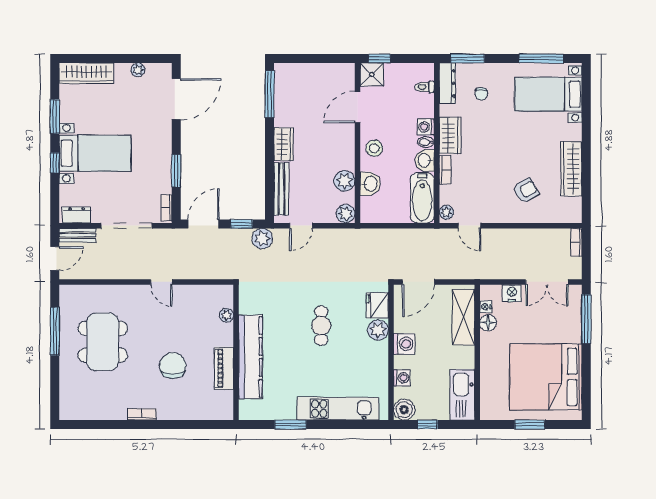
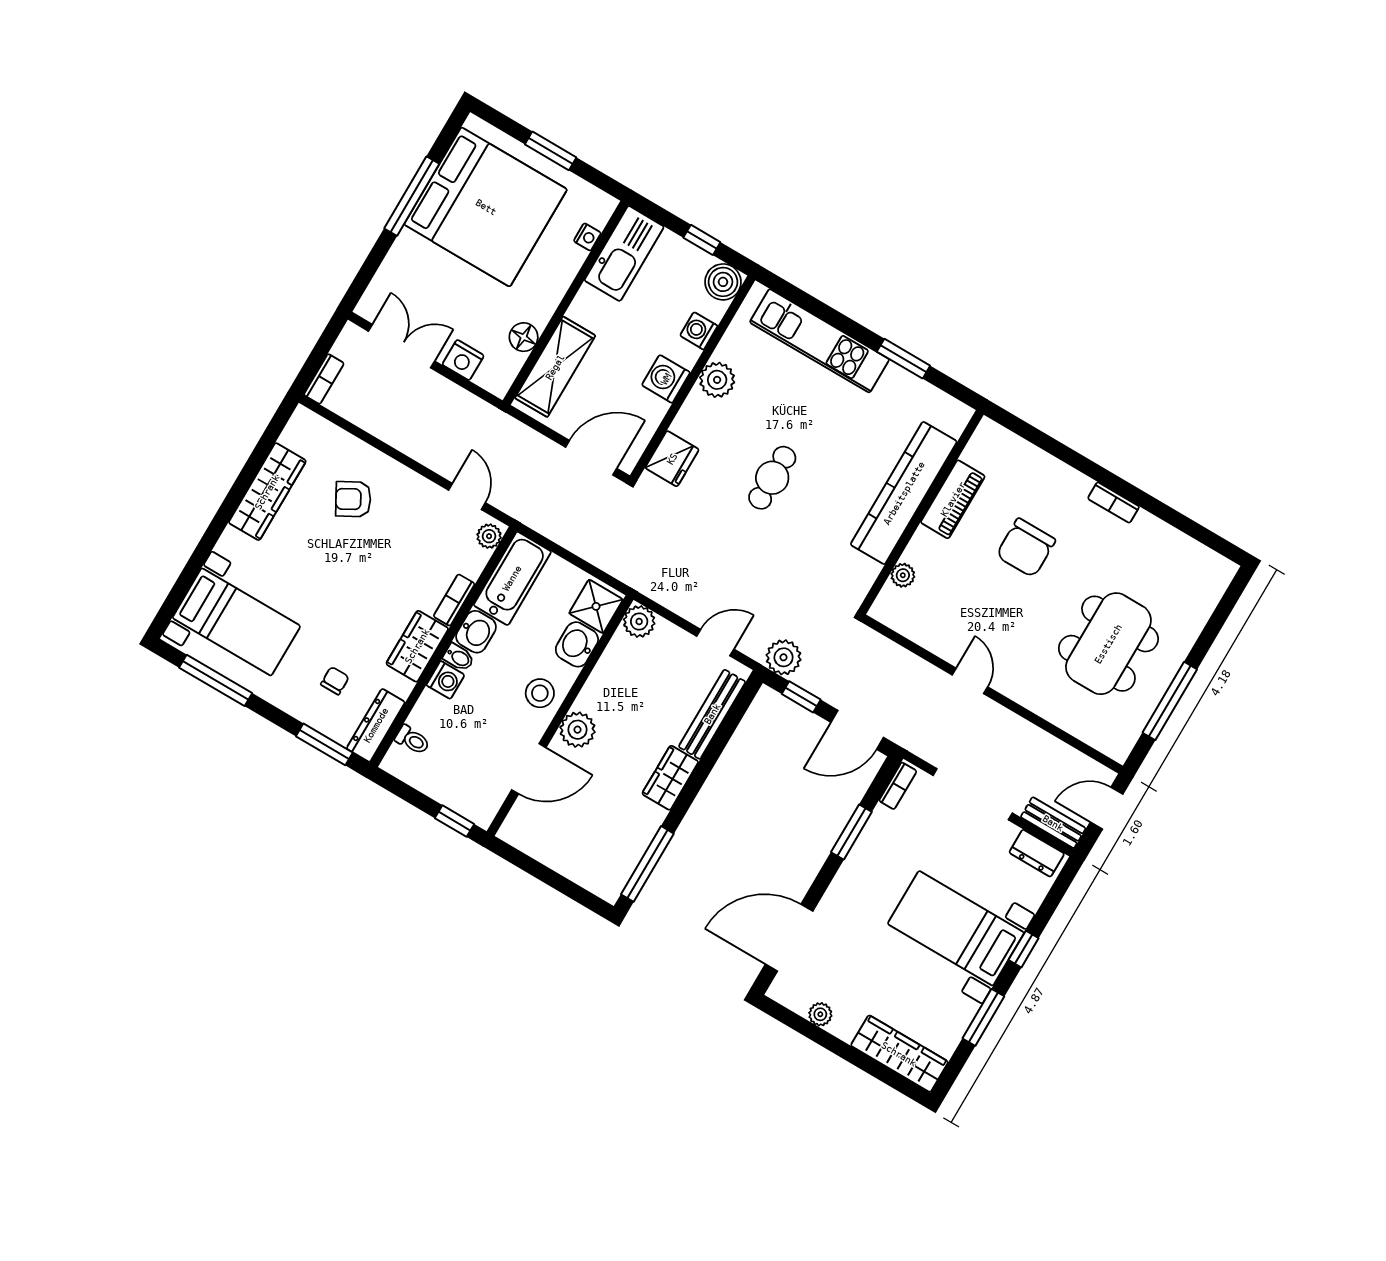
shower: (372, 75) -> (596, 606), moved
plant: (345, 181) -> (578, 730), moved
nightstand: (486, 307) -> (587, 237), moved
window: (586, 319) -> (412, 196), moved
plant: (378, 330) -> (717, 380), moved

